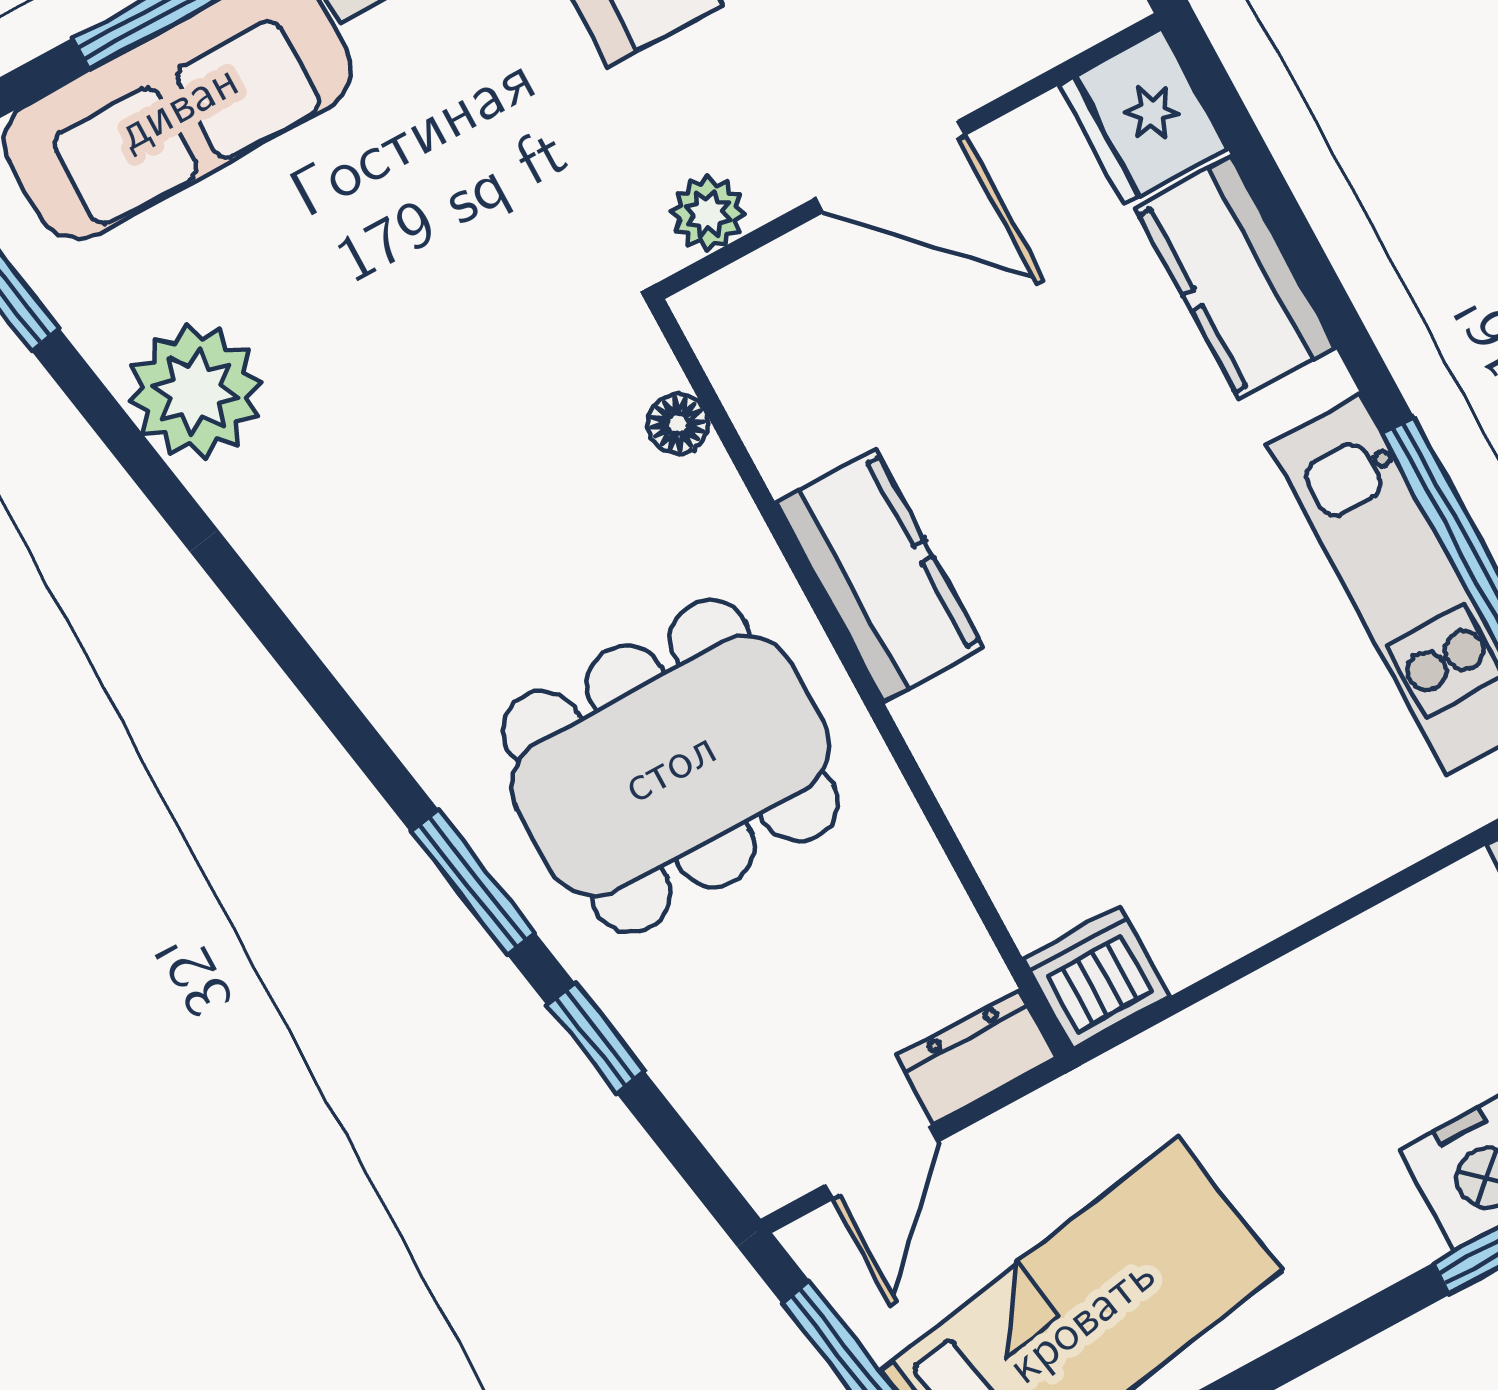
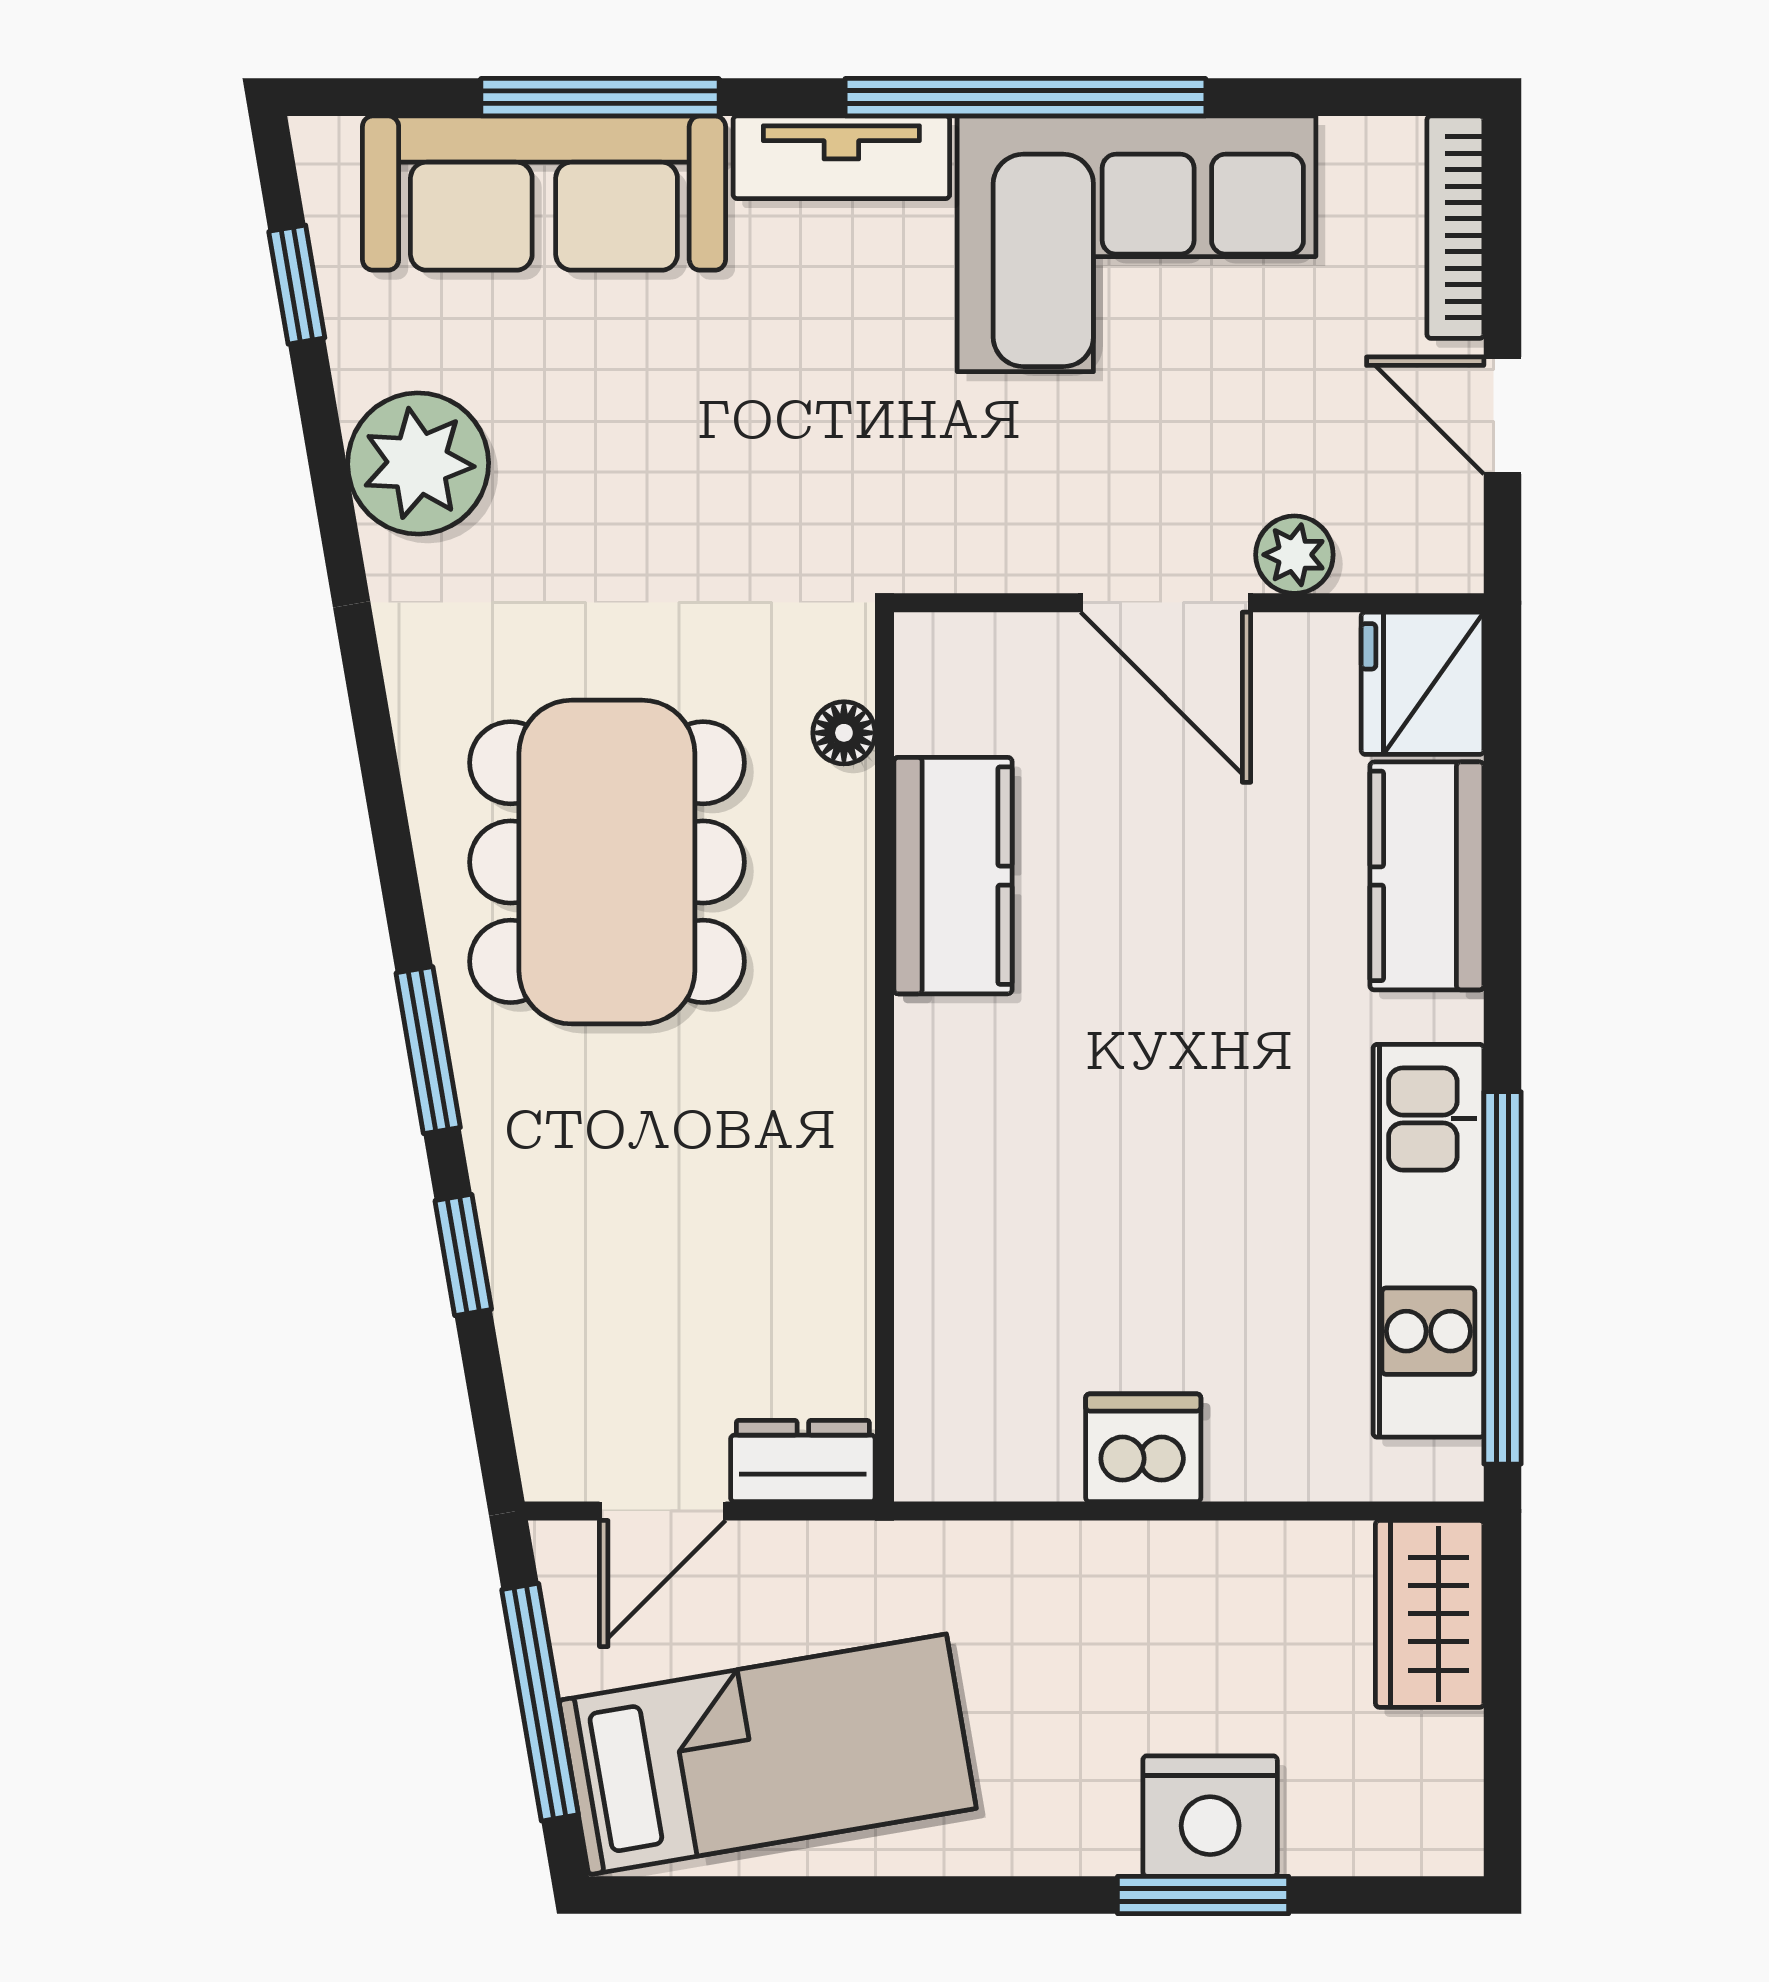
plant: (708, 213) -> (1294, 555), moved
kitchen counter: (879, 575) -> (953, 876), moved
dining table: (670, 766) -> (607, 862), moved, turned 90
dishwasher: (1096, 978) -> (1143, 1448), moved

